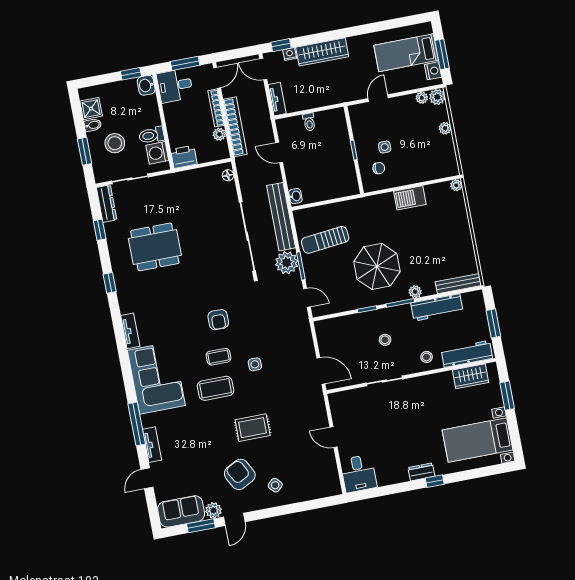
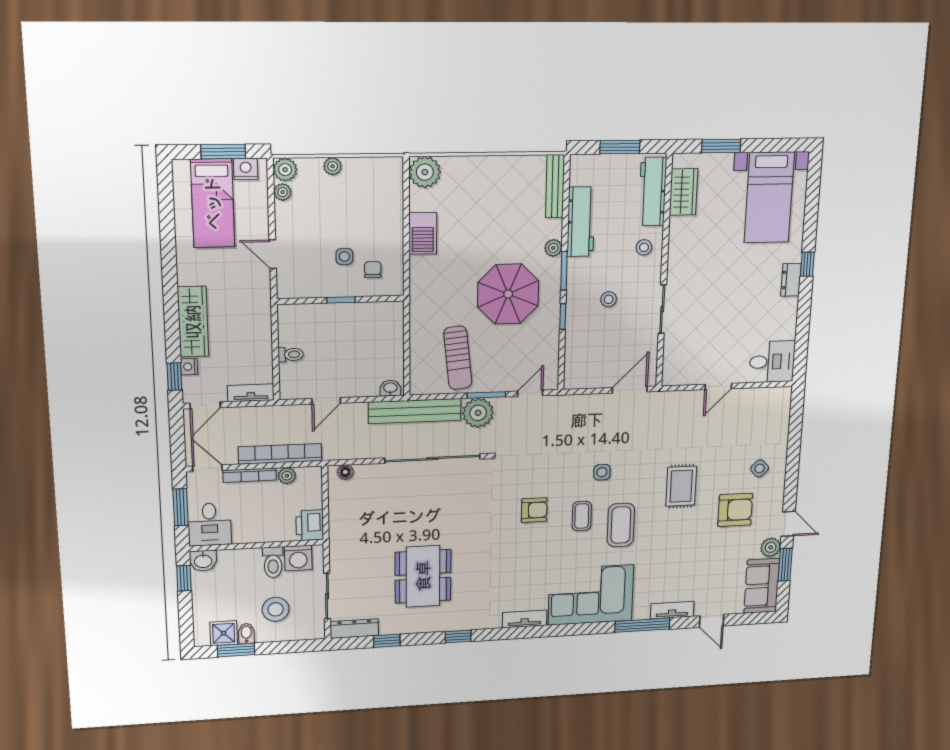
window: (85, 151) -> (236, 650), moved
plant: (456, 185) -> (425, 172), width x1.88, depth x1.88
armchair: (240, 474) -> (735, 510), turned -152

